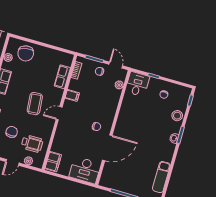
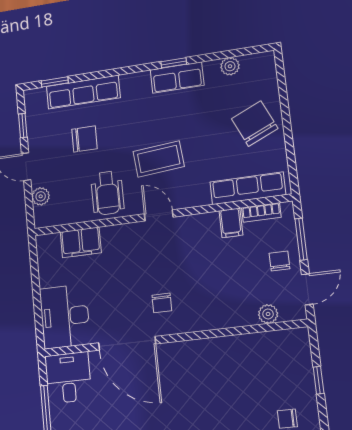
chair: (26, 53) -> (255, 124), moved, turned 77
row of seats: (62, 77) -> (248, 188), width x1.48
desk: (137, 84) -> (68, 378), moved, turned -90
filing cabinet: (72, 95) -> (231, 223), moved
wheelchair: (32, 144) -> (107, 193), moved
filing cabinet: (53, 162) -> (81, 242), moved

